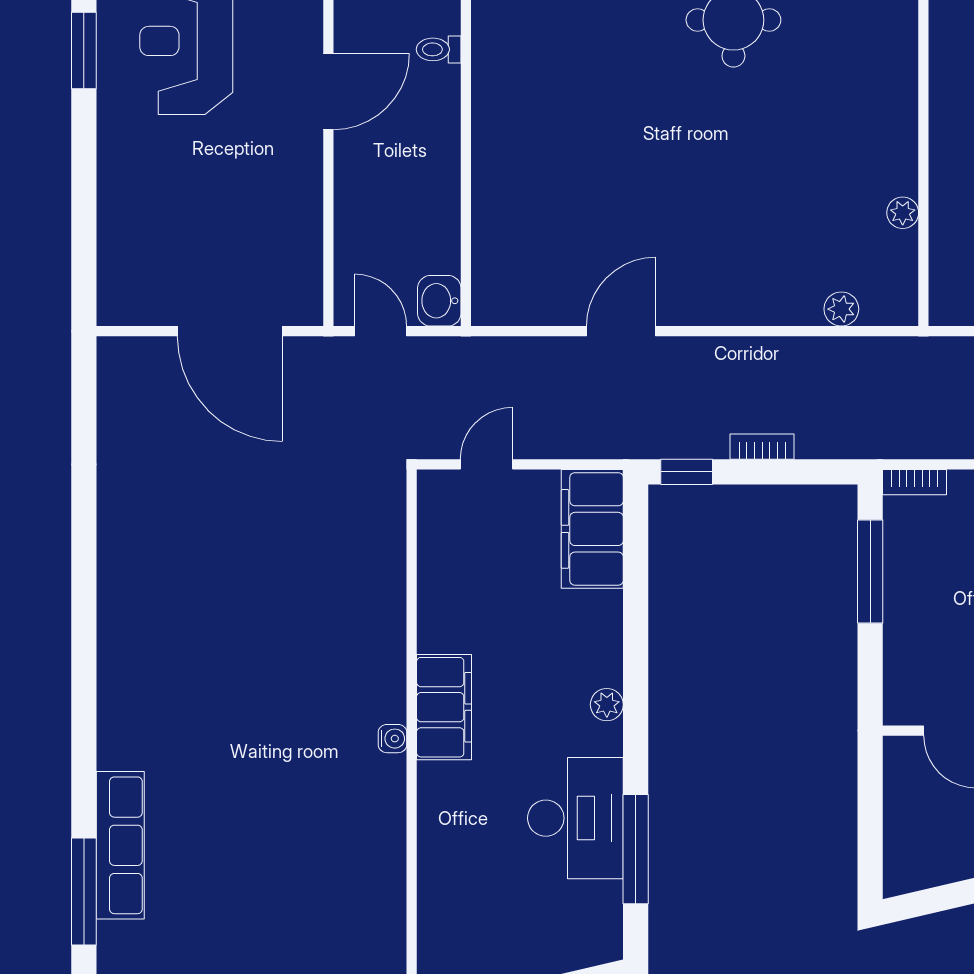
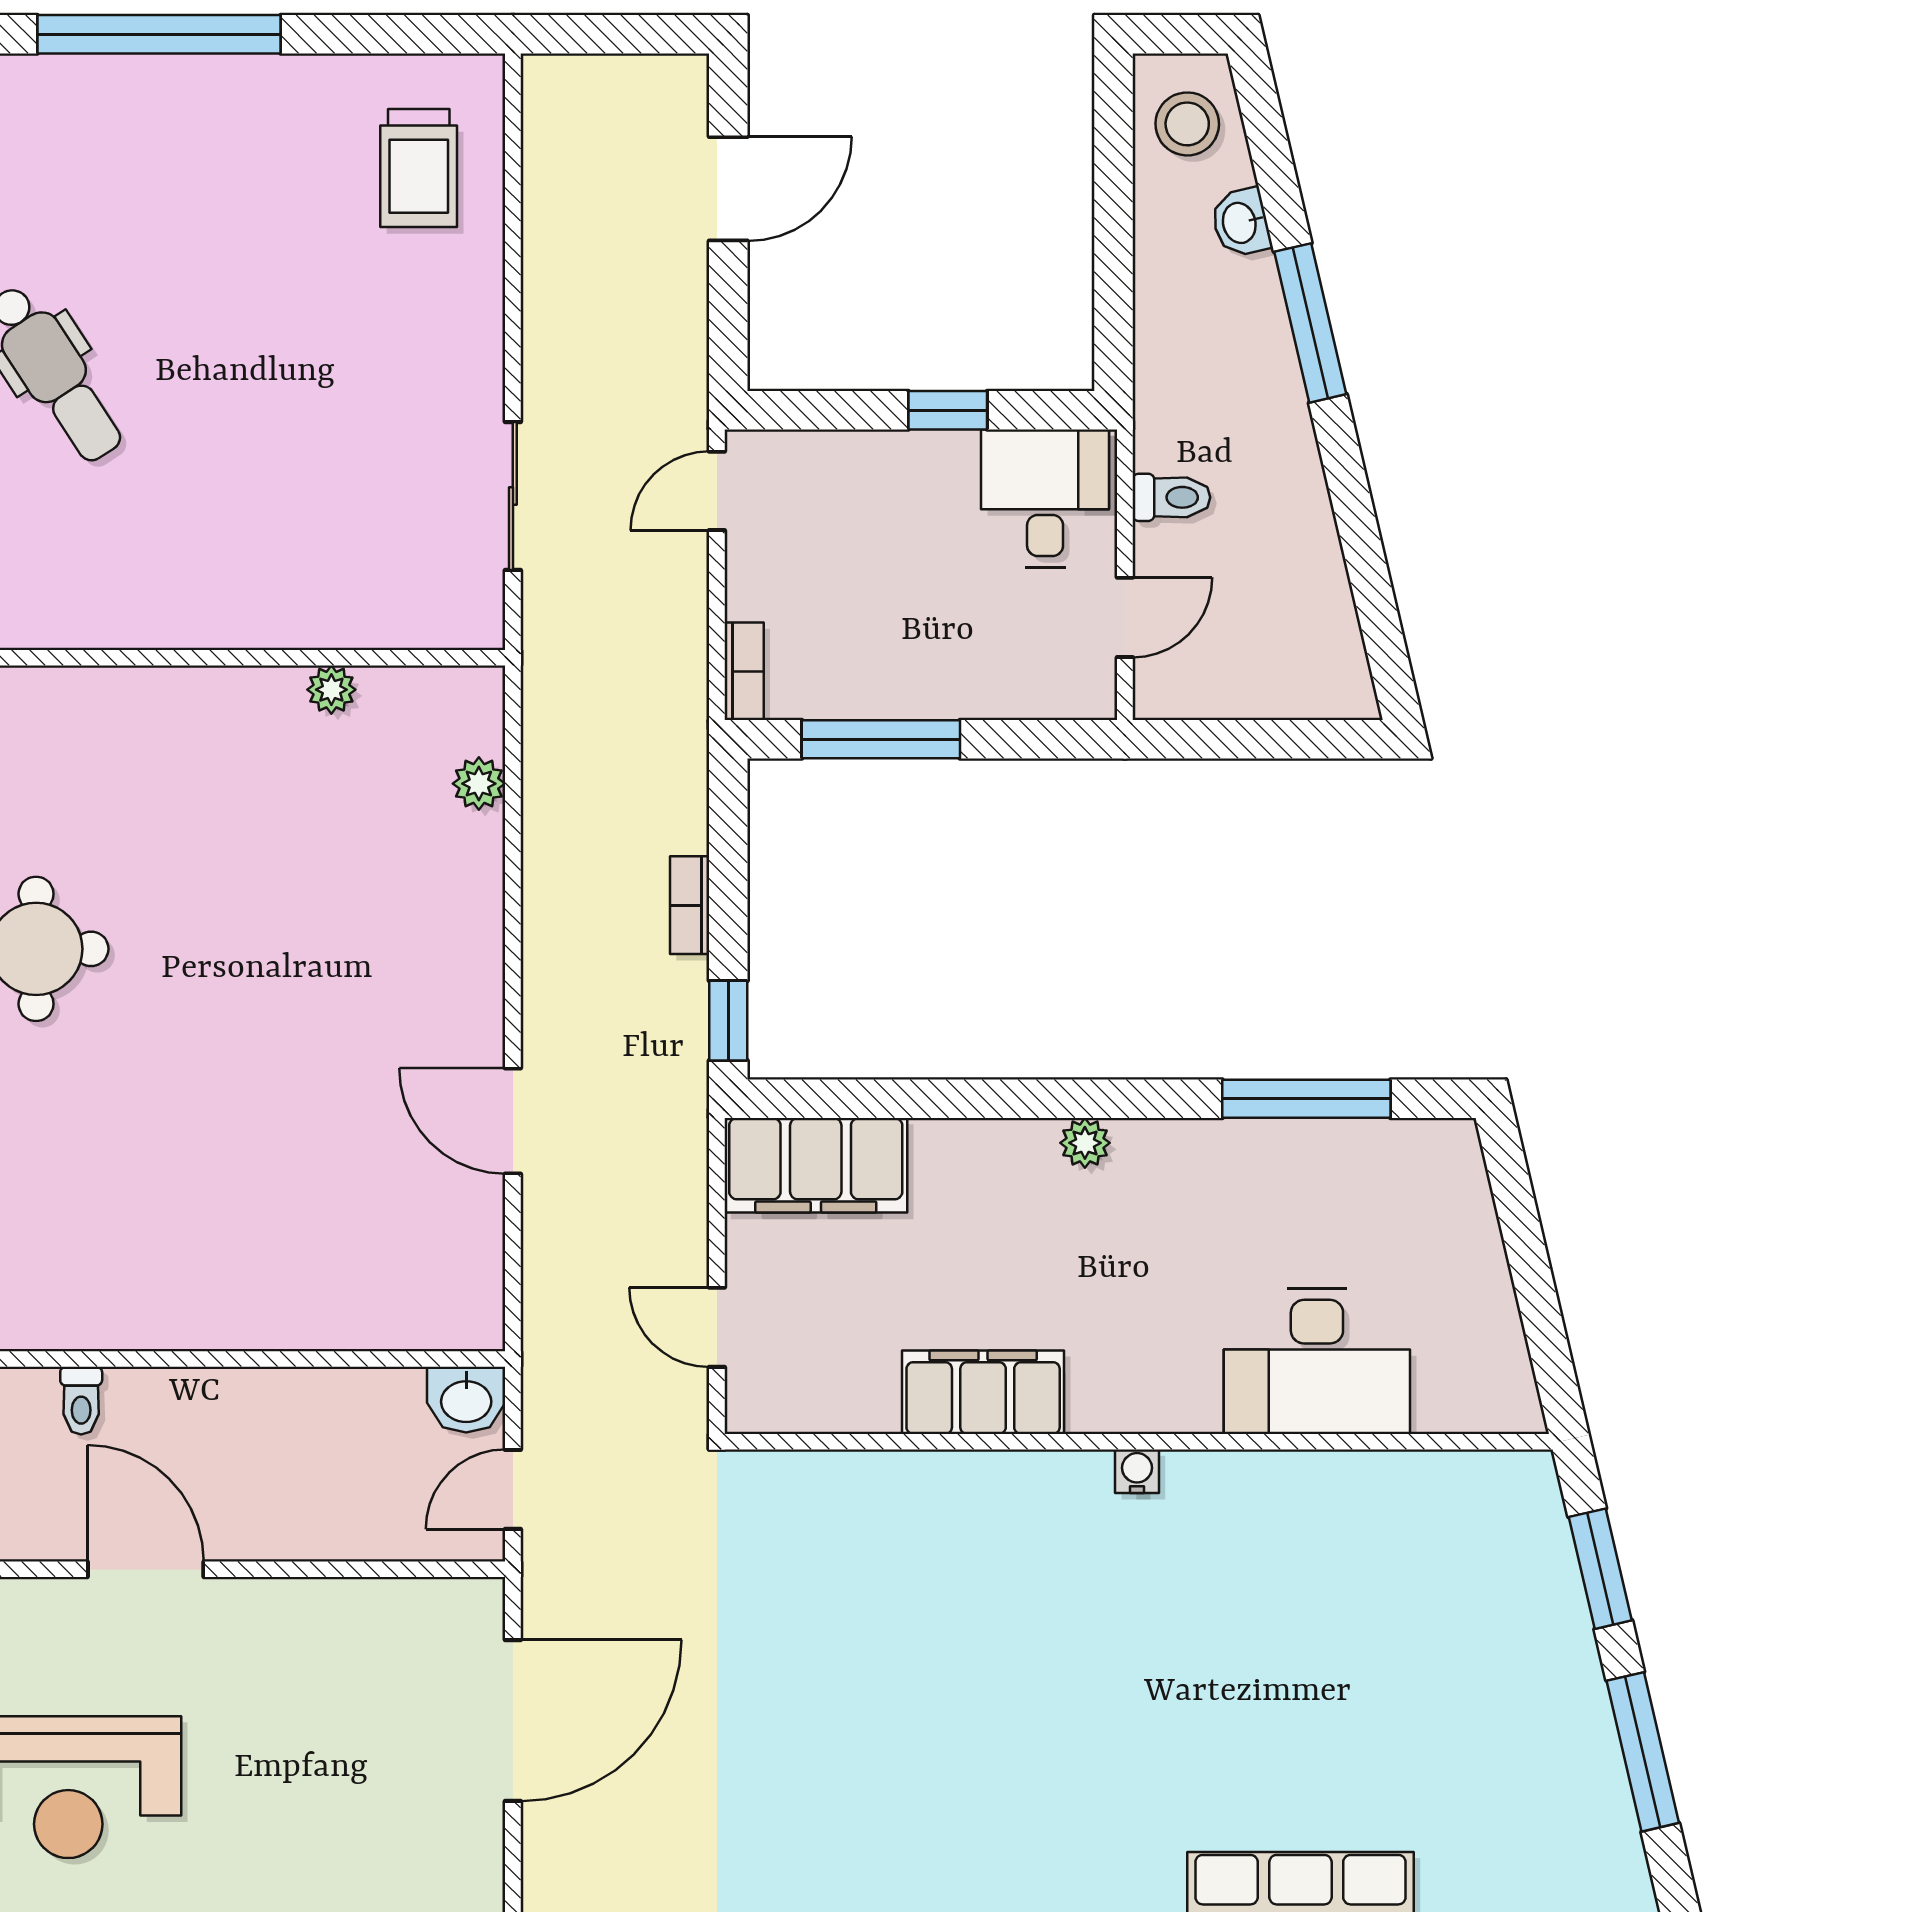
filing cabinet: (444, 707) -> (983, 1392), moved
desk: (575, 818) -> (1317, 1361), moved, turned 180

